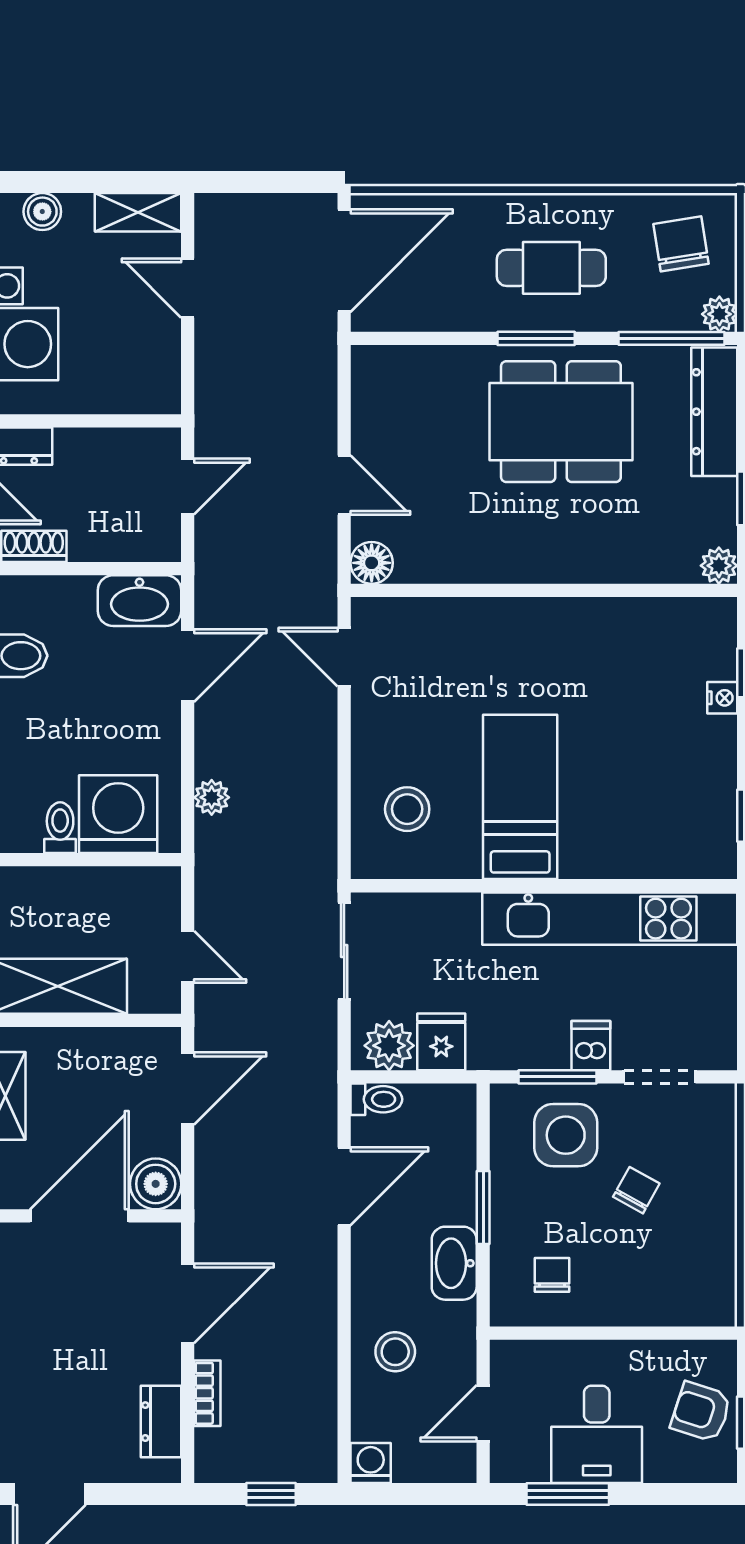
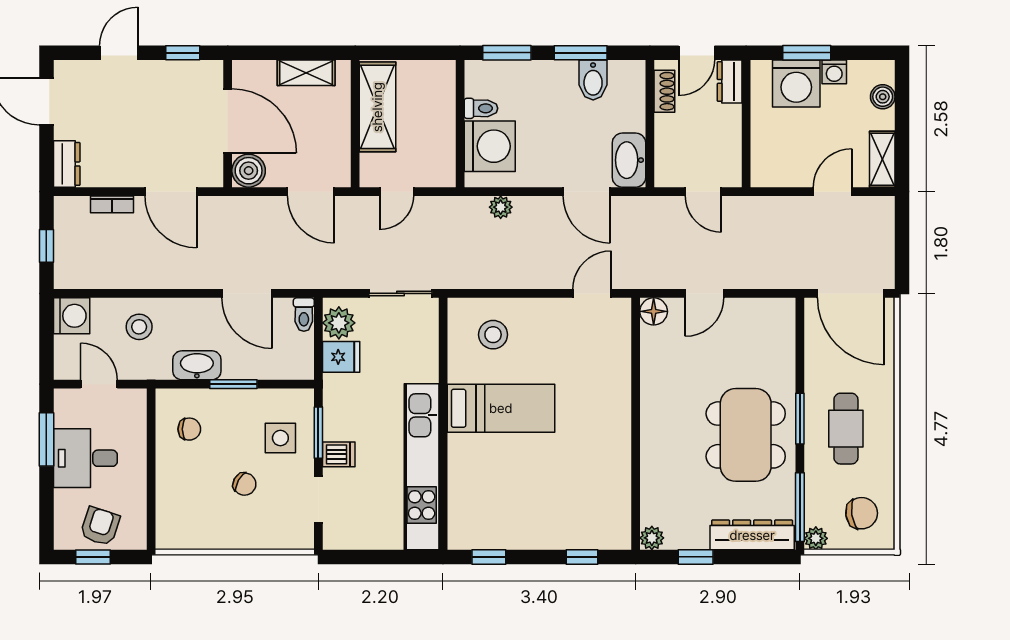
nightstand: (722, 698) -> (566, 540), removed
side table: (566, 1135) -> (280, 438), width x0.73, depth x0.73
dresser: (161, 1422) -> (67, 164), moved, turned 90
washing machine: (371, 1463) -> (72, 316), width x1.38, depth x1.38

